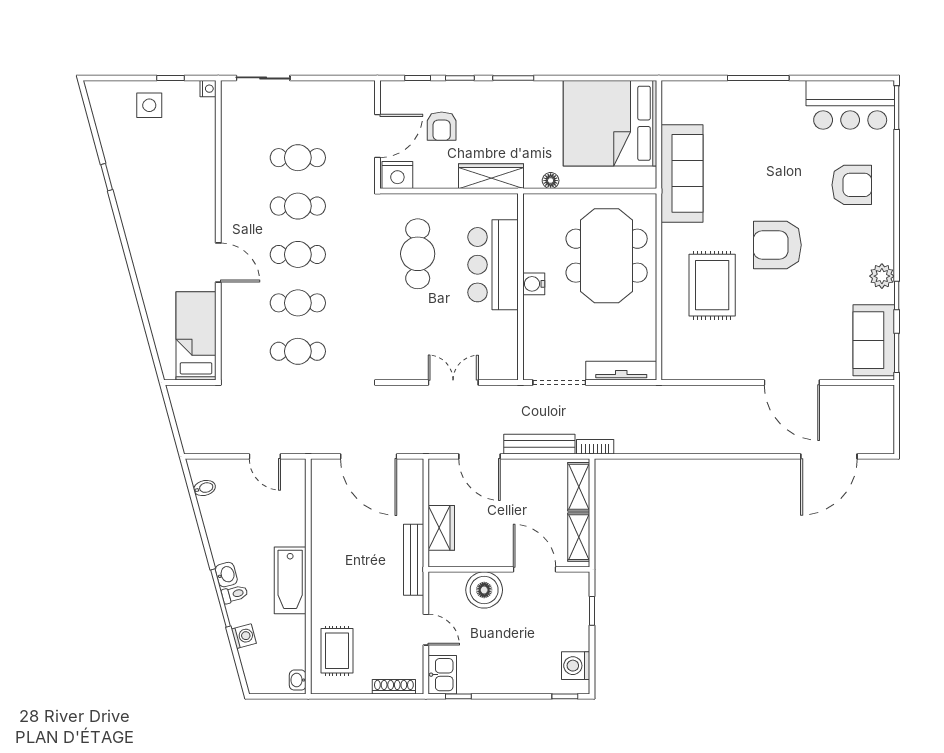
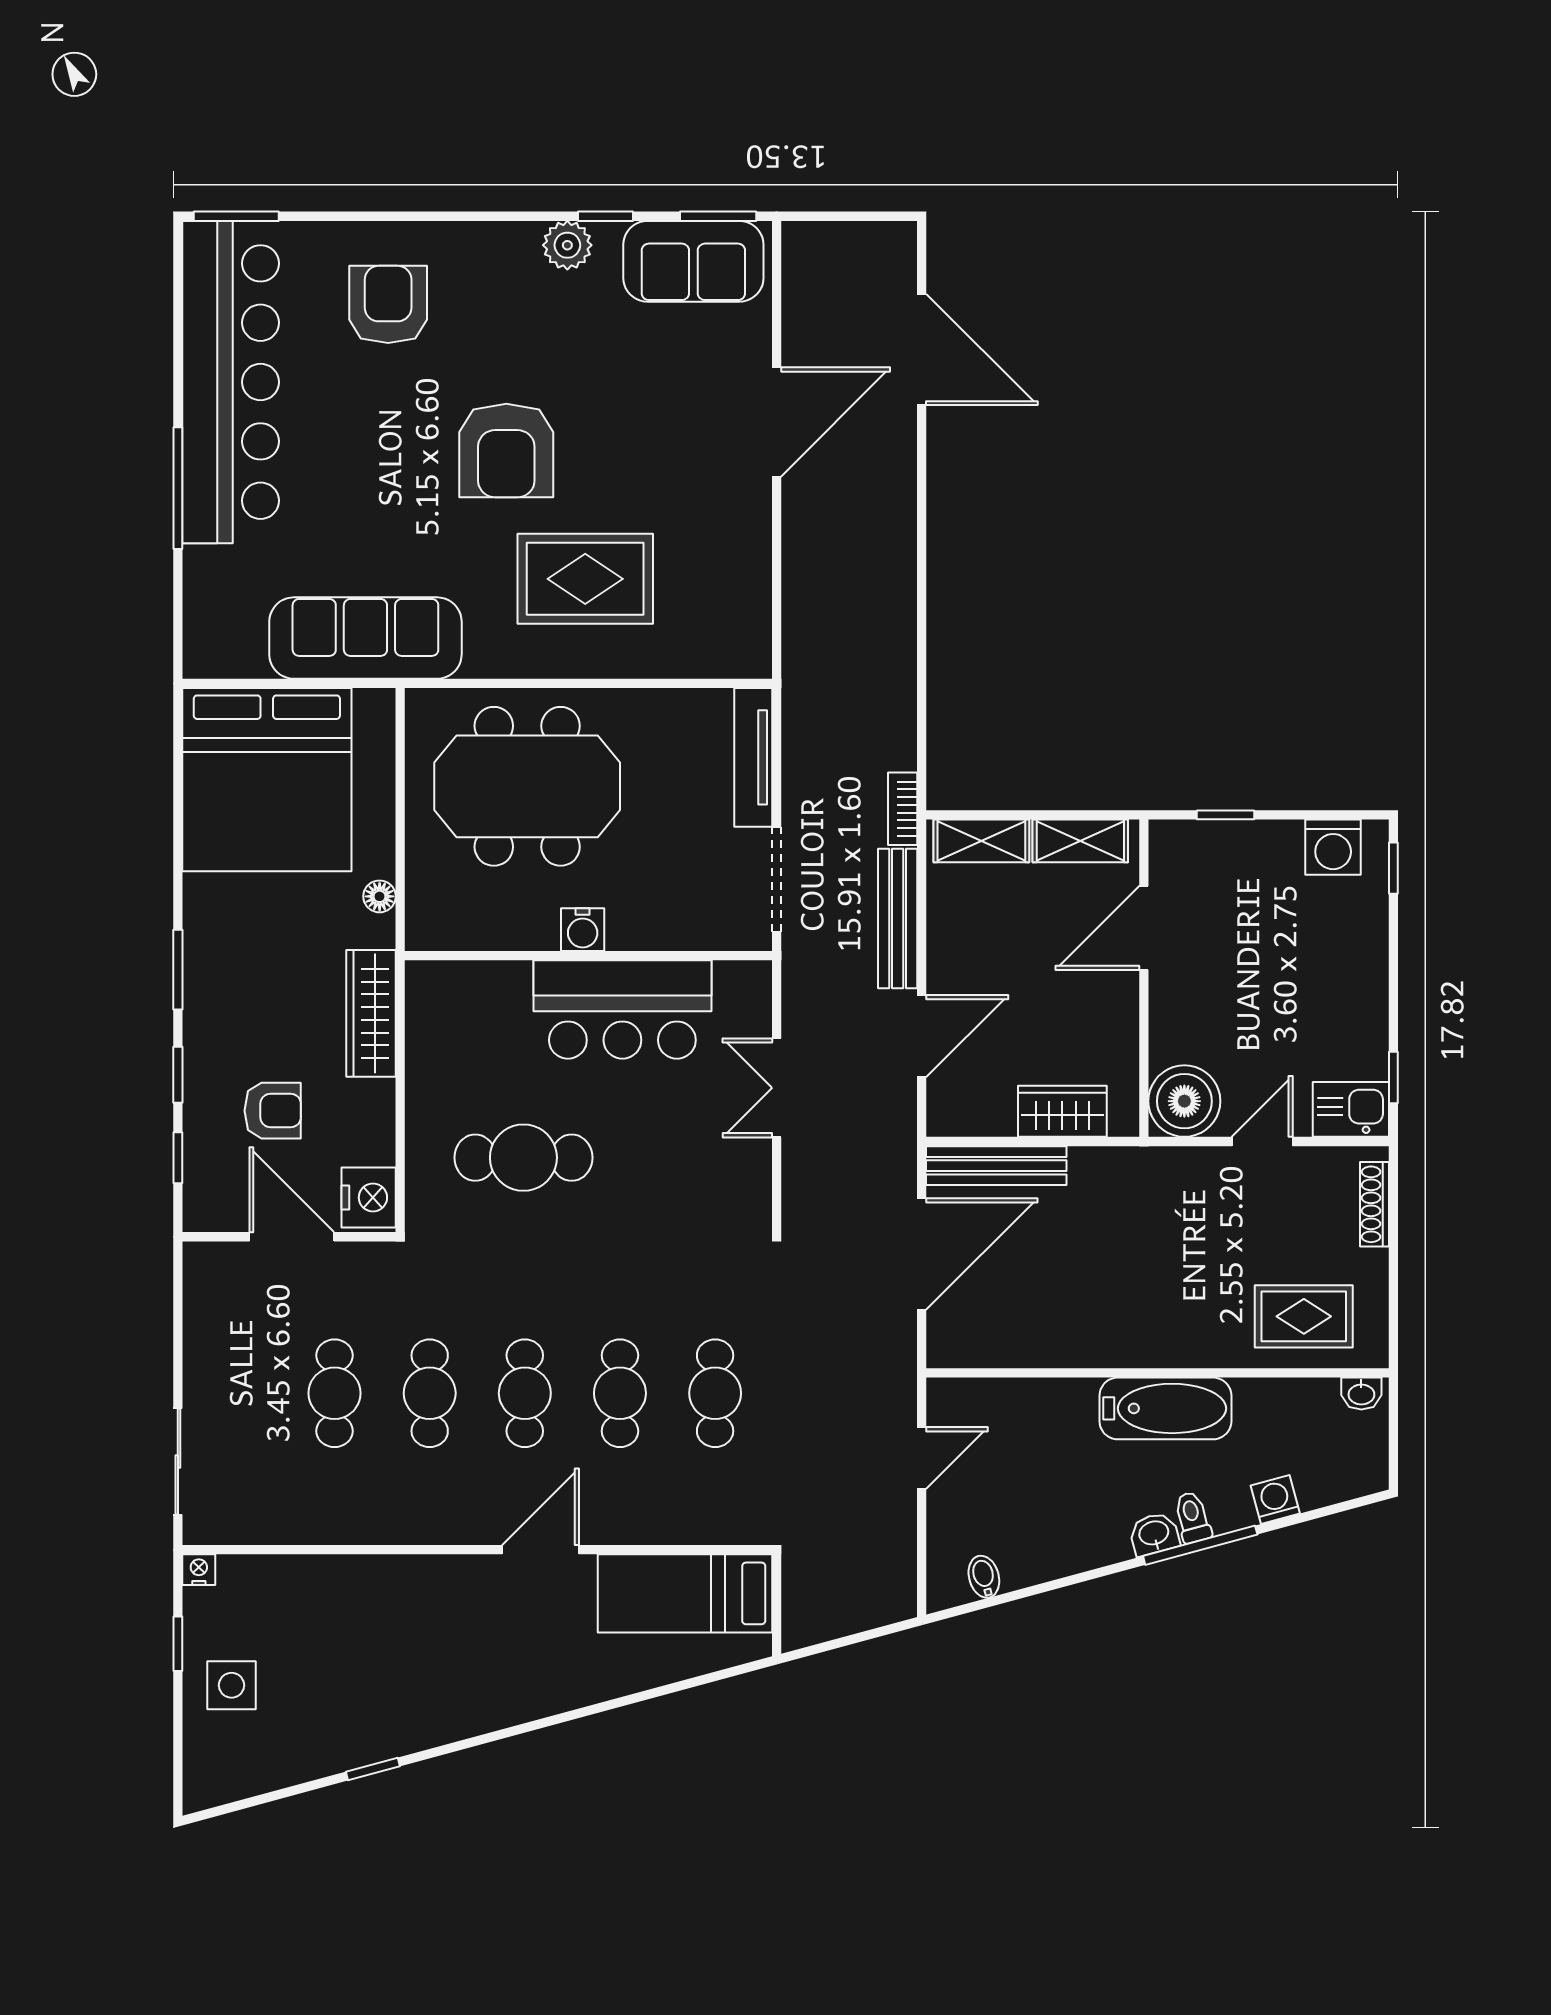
bar counter: (850, 105) -> (231, 382), width x1.86
bar counter: (493, 265) -> (622, 1009), moved
bench: (414, 560) -> (996, 1166), moved
boiler: (484, 590) -> (1184, 1101), moved

